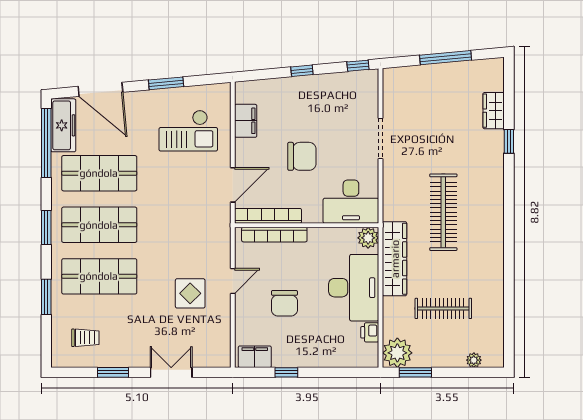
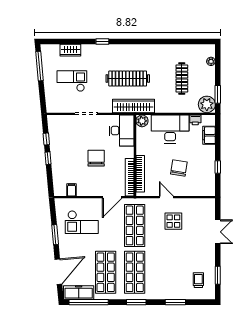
window: (446, 58) -> (40, 66), moved
window: (358, 66) -> (46, 139), moved
checkout: (439, 113) -> (72, 81), added
filing cabinet: (246, 121) -> (71, 190), width x0.50
checkout: (188, 131) -> (82, 222), turned 90
window: (509, 141) -> (102, 42), moved
door: (233, 185) -> (112, 197), swing flipped
wardrobe: (395, 259) -> (134, 106), moved
shop shelf: (99, 276) -> (135, 225), moved
chair: (284, 303) -> (179, 168), turned -81
filing cabinet: (255, 357) -> (209, 135), moved
window: (113, 372) -> (218, 275), moved
double door: (171, 372) -> (218, 232), swing flipped

